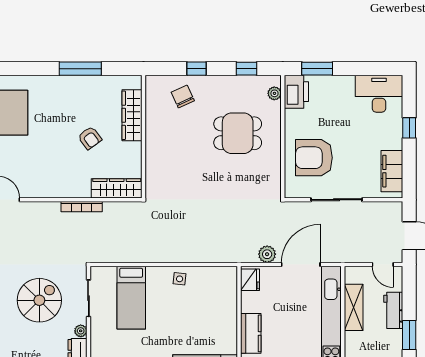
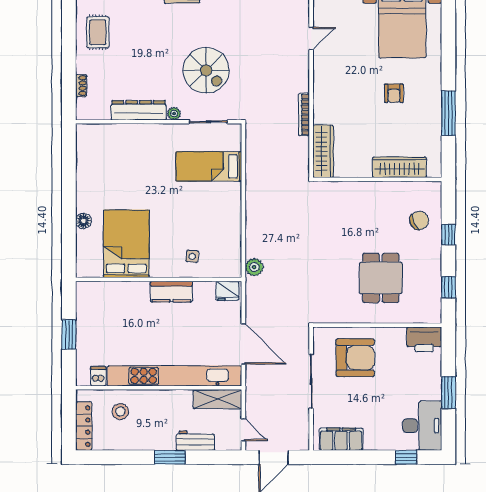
window: (317, 69) -> (448, 392), moved
plant: (274, 93) -> (422, 316), removed
window: (409, 128) -> (406, 457), moved
armchair: (90, 138) -> (394, 93), moved, turned -54
armchair: (314, 158) -> (355, 358), turned 90
plant: (267, 254) -> (254, 267), moved
door: (383, 265) -> (243, 430), swing flipped
side table: (180, 279) -> (192, 256), moved
shelving: (354, 307) -> (217, 399), moved

